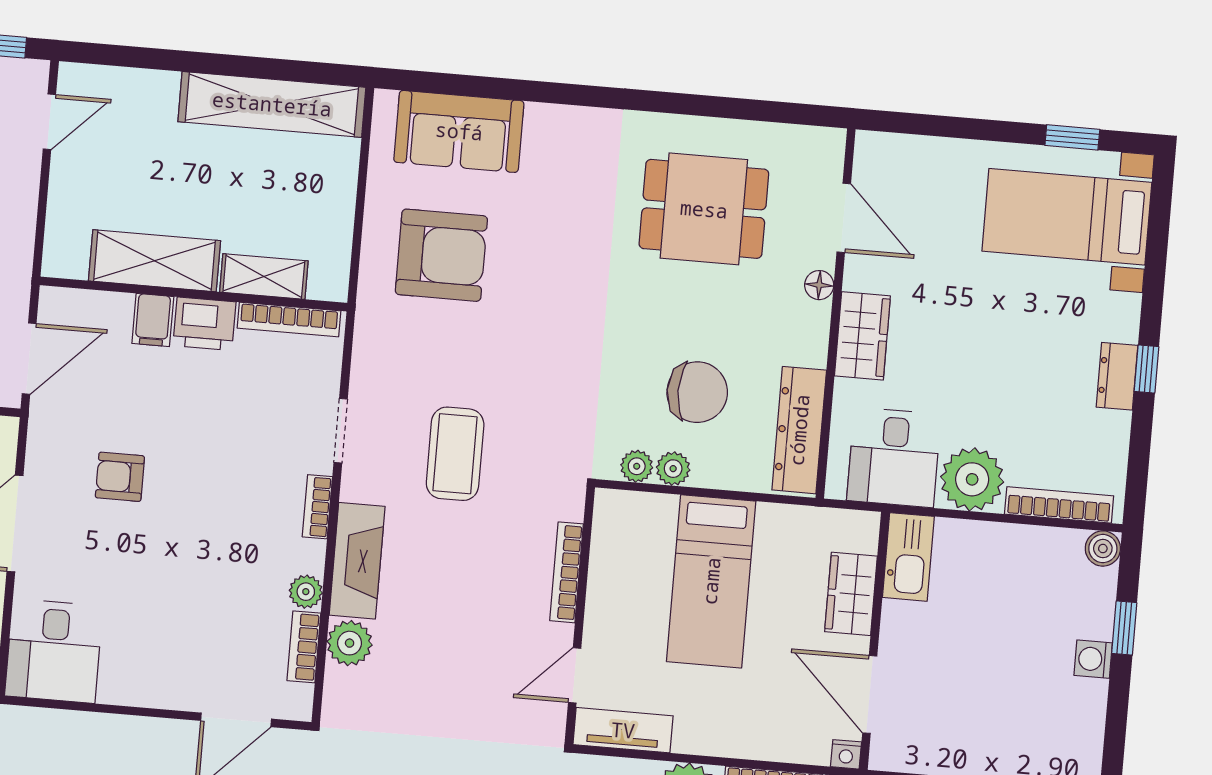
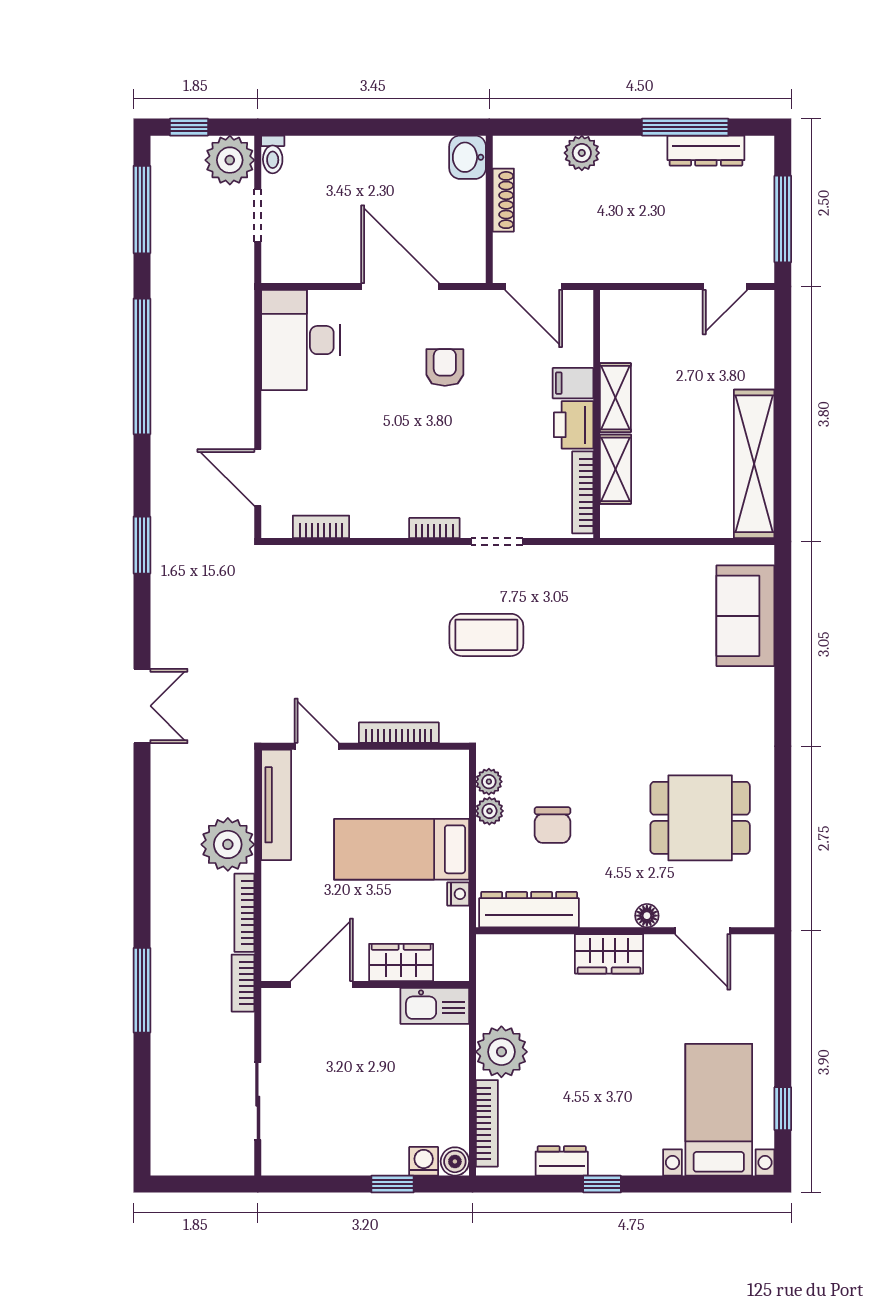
door: (49, 122) -> (725, 287), hinge flipped
dining table: (704, 209) -> (700, 818), turned 90
door: (844, 218) -> (703, 931), hinge flipped
armchair: (441, 255) -> (645, 610), removed
shelving: (155, 261) -> (615, 398), width x0.67, depth x0.75
dresser: (1117, 376) -> (562, 1161), moved
chair: (697, 392) -> (552, 825), width x0.73, depth x0.73
desk: (894, 457) -> (514, 987), removed
fireplace: (357, 561) -> (394, 564), removed
plant: (306, 592) -> (365, 525), removed
plant: (350, 643) -> (327, 563), removed
desk: (54, 651) -> (301, 340), width x1.37
washing machine: (1093, 659) -> (424, 1161), moved
tv unit: (623, 730) -> (276, 805), width x1.41
nightstand: (846, 754) -> (458, 894), moved, turned 180

